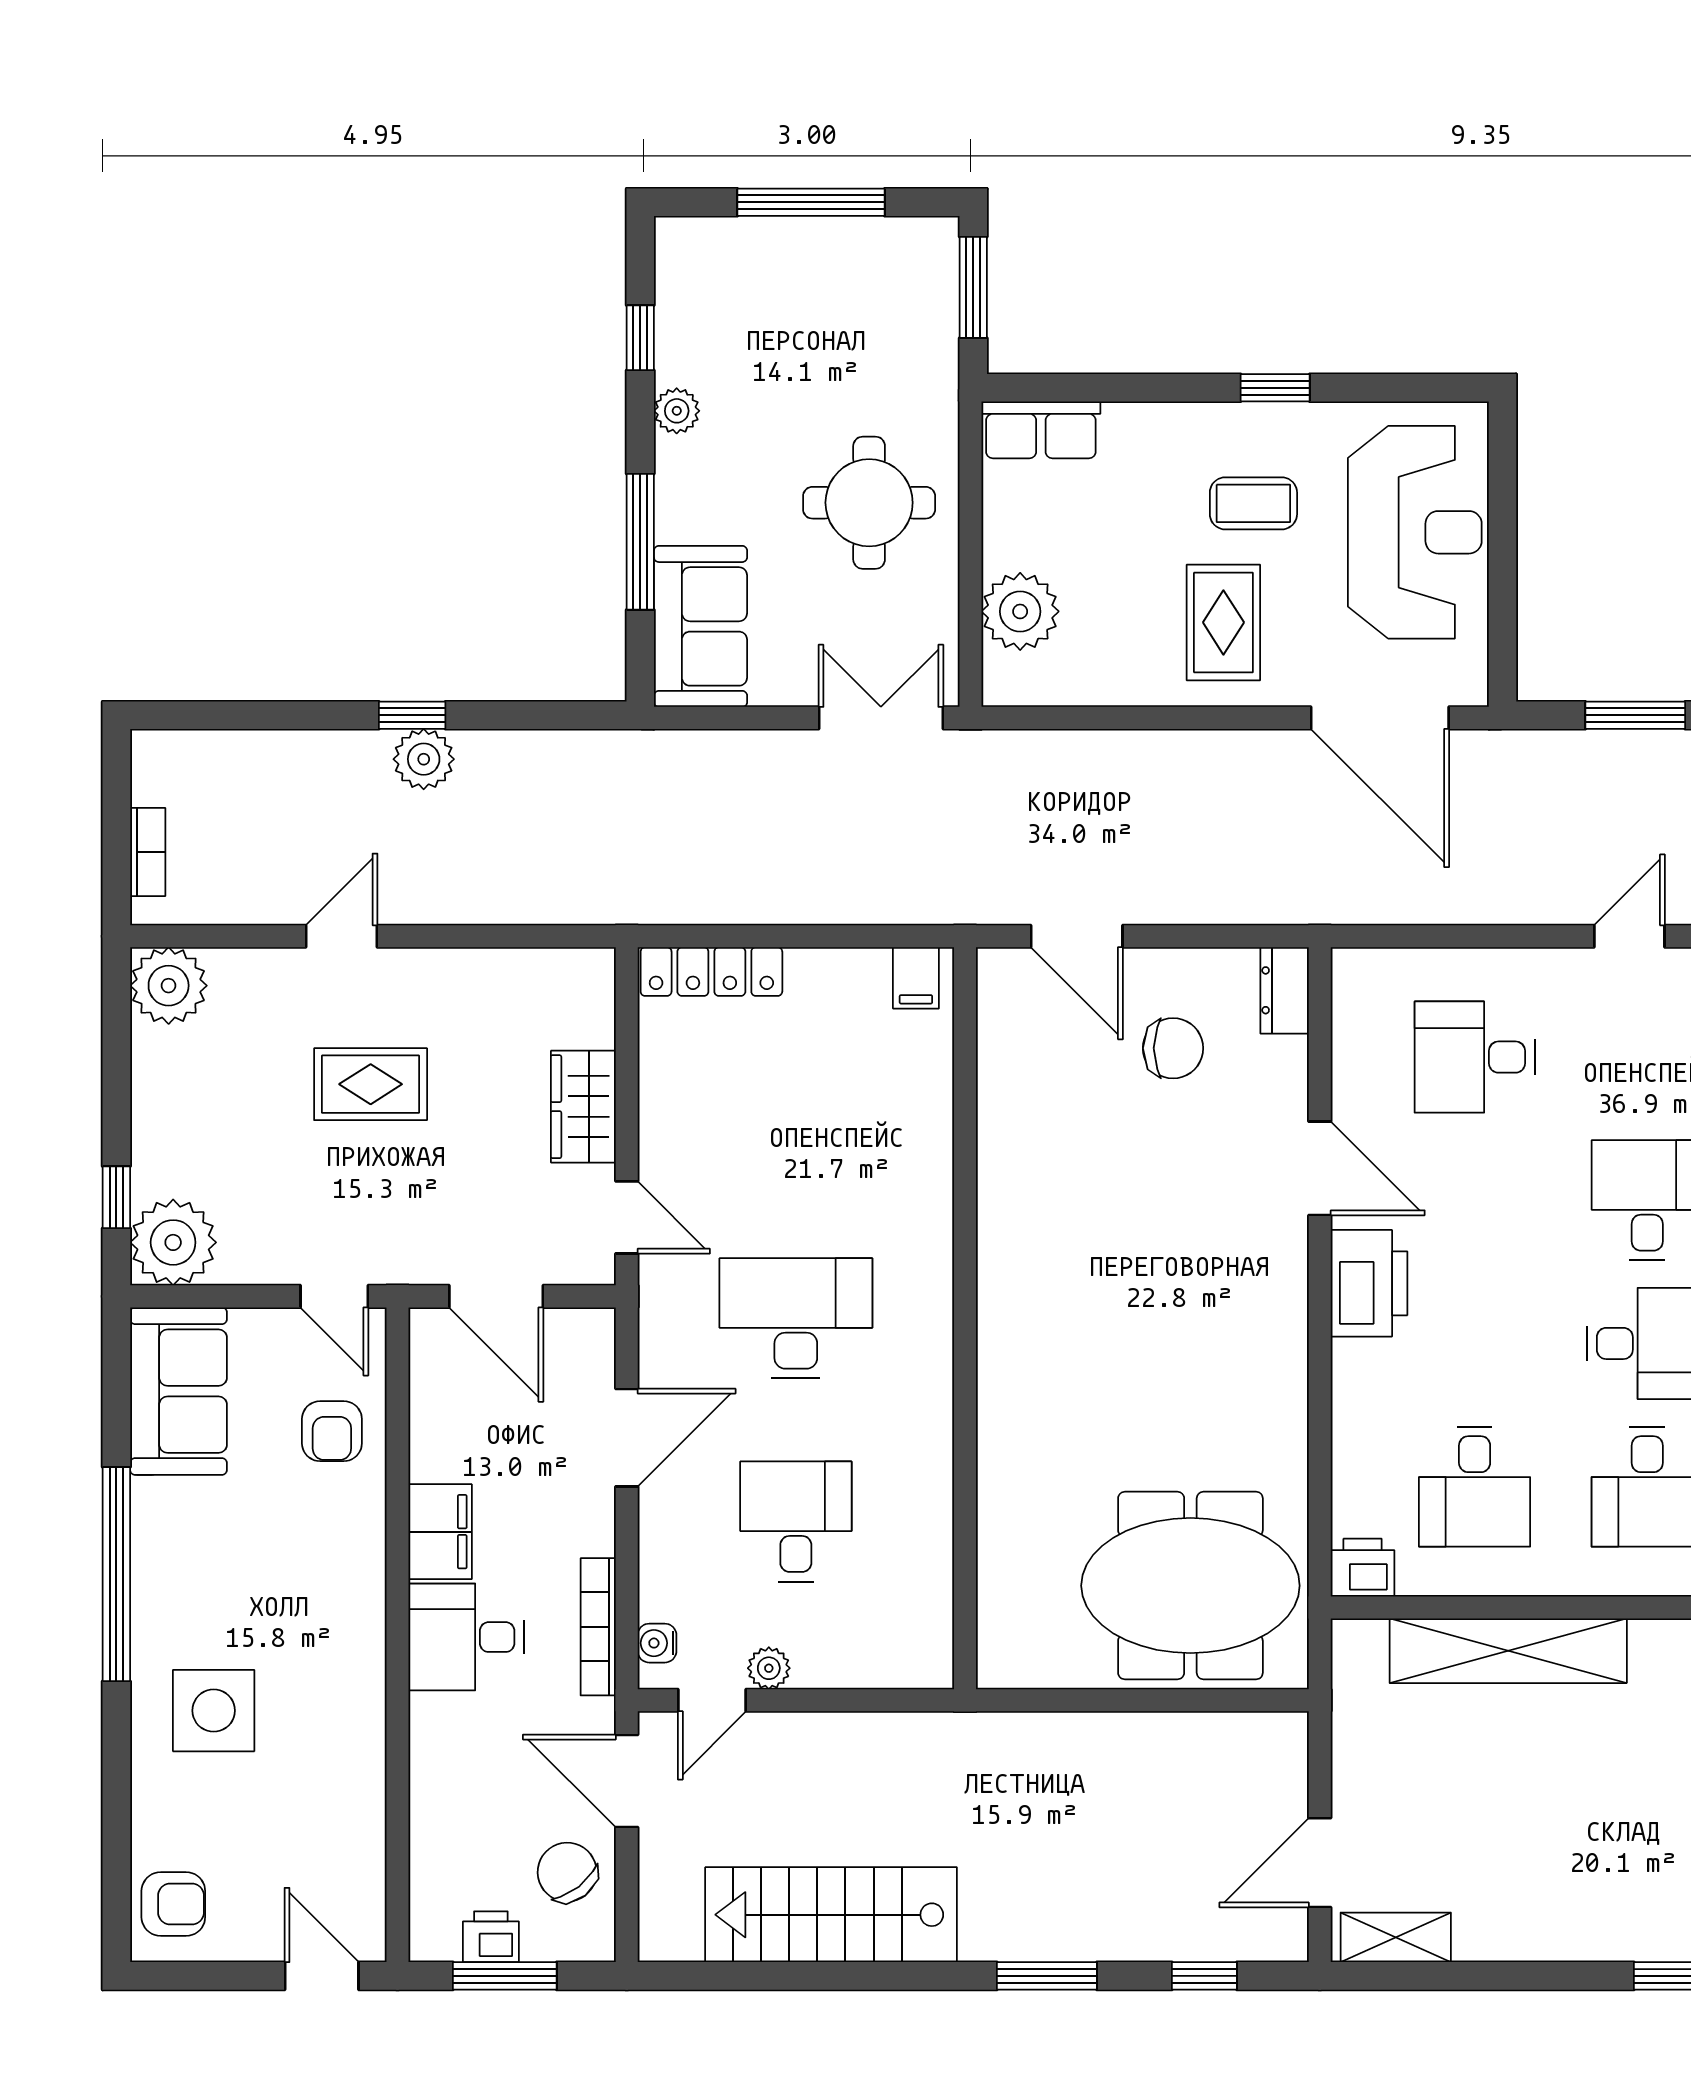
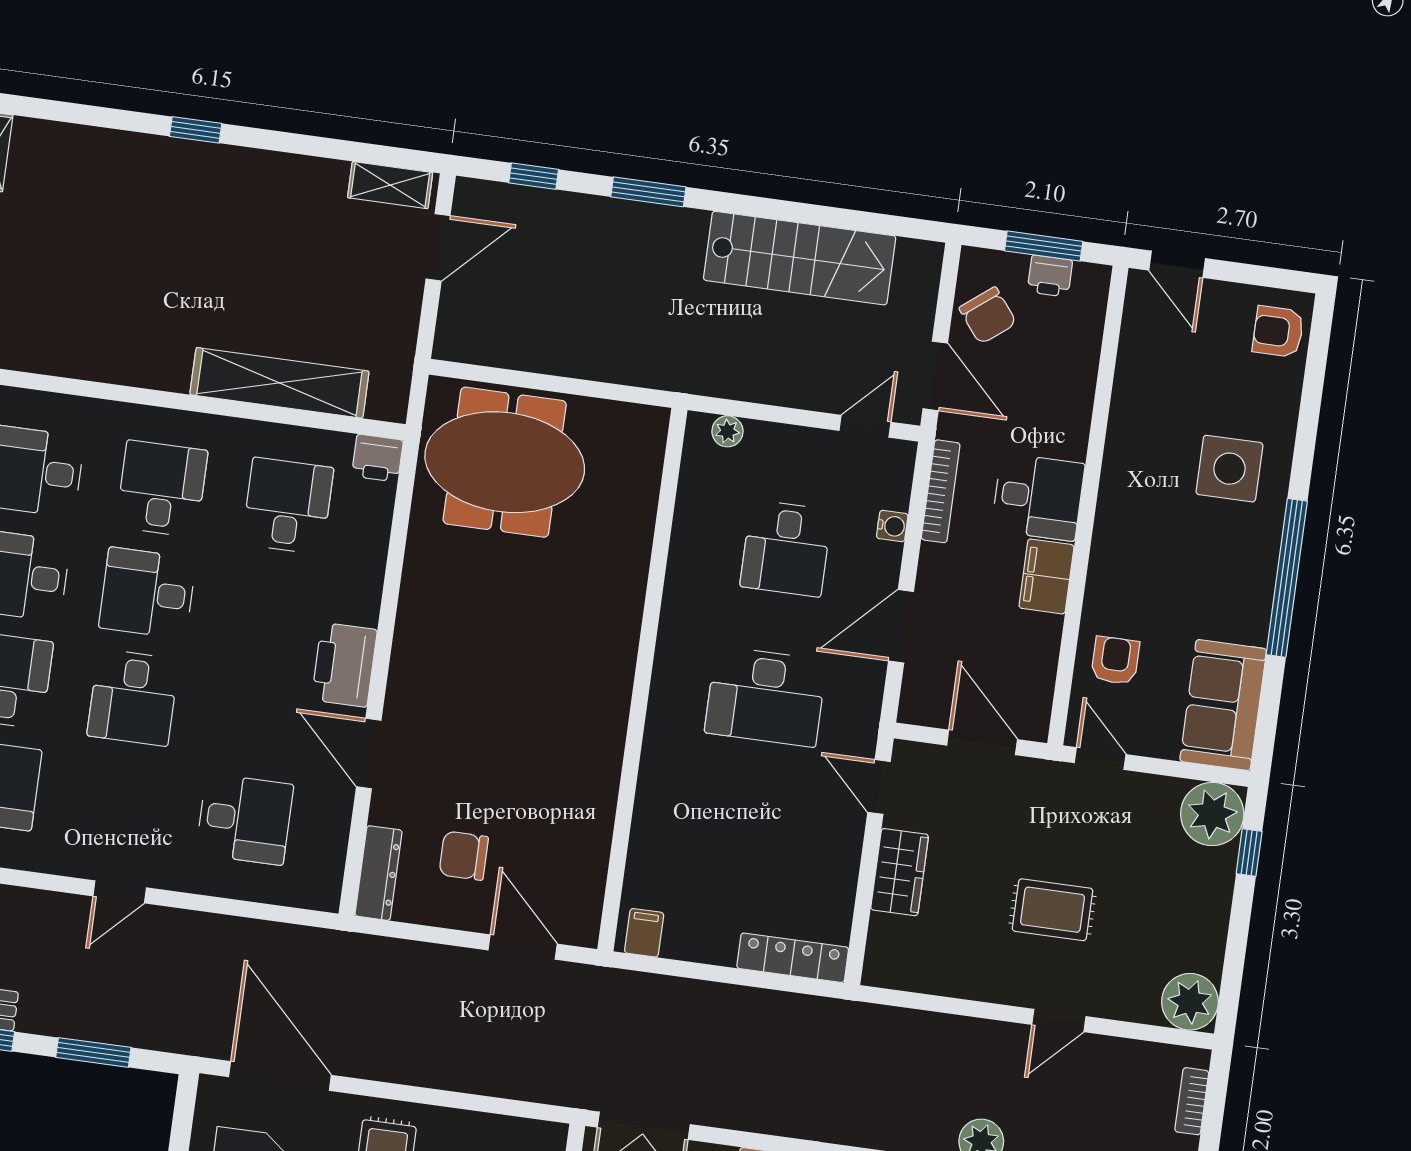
dresser: (1285, 990) -> (378, 873), width x1.44
water cooler: (657, 1643) -> (892, 526), moved
plant: (769, 1668) -> (727, 431), moved

